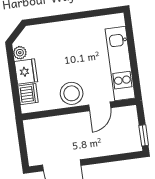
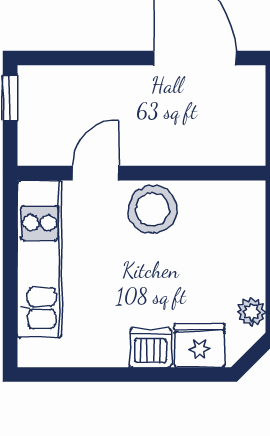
fridge: (26, 72) -> (199, 346), moved, turned 90
dishwasher: (28, 94) -> (150, 348), moved, turned 90

